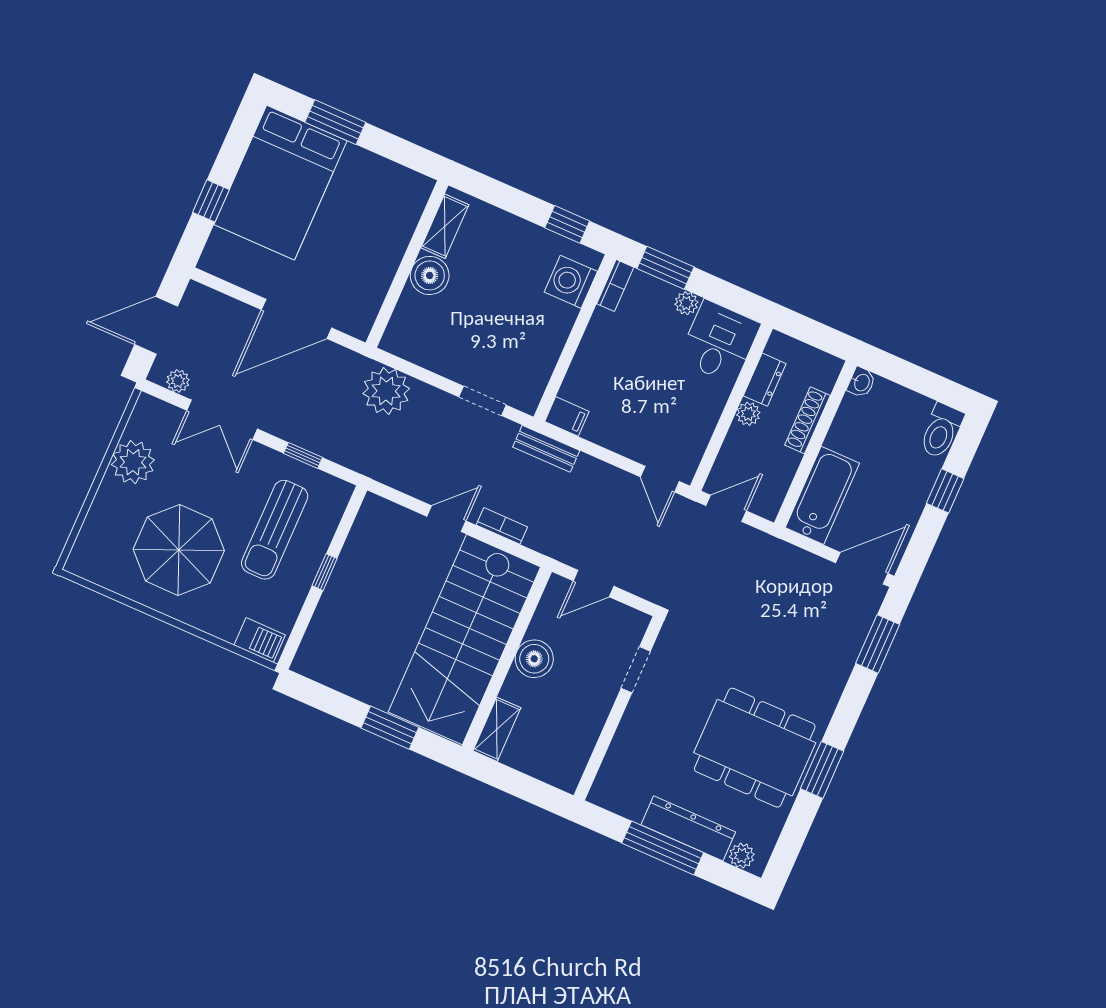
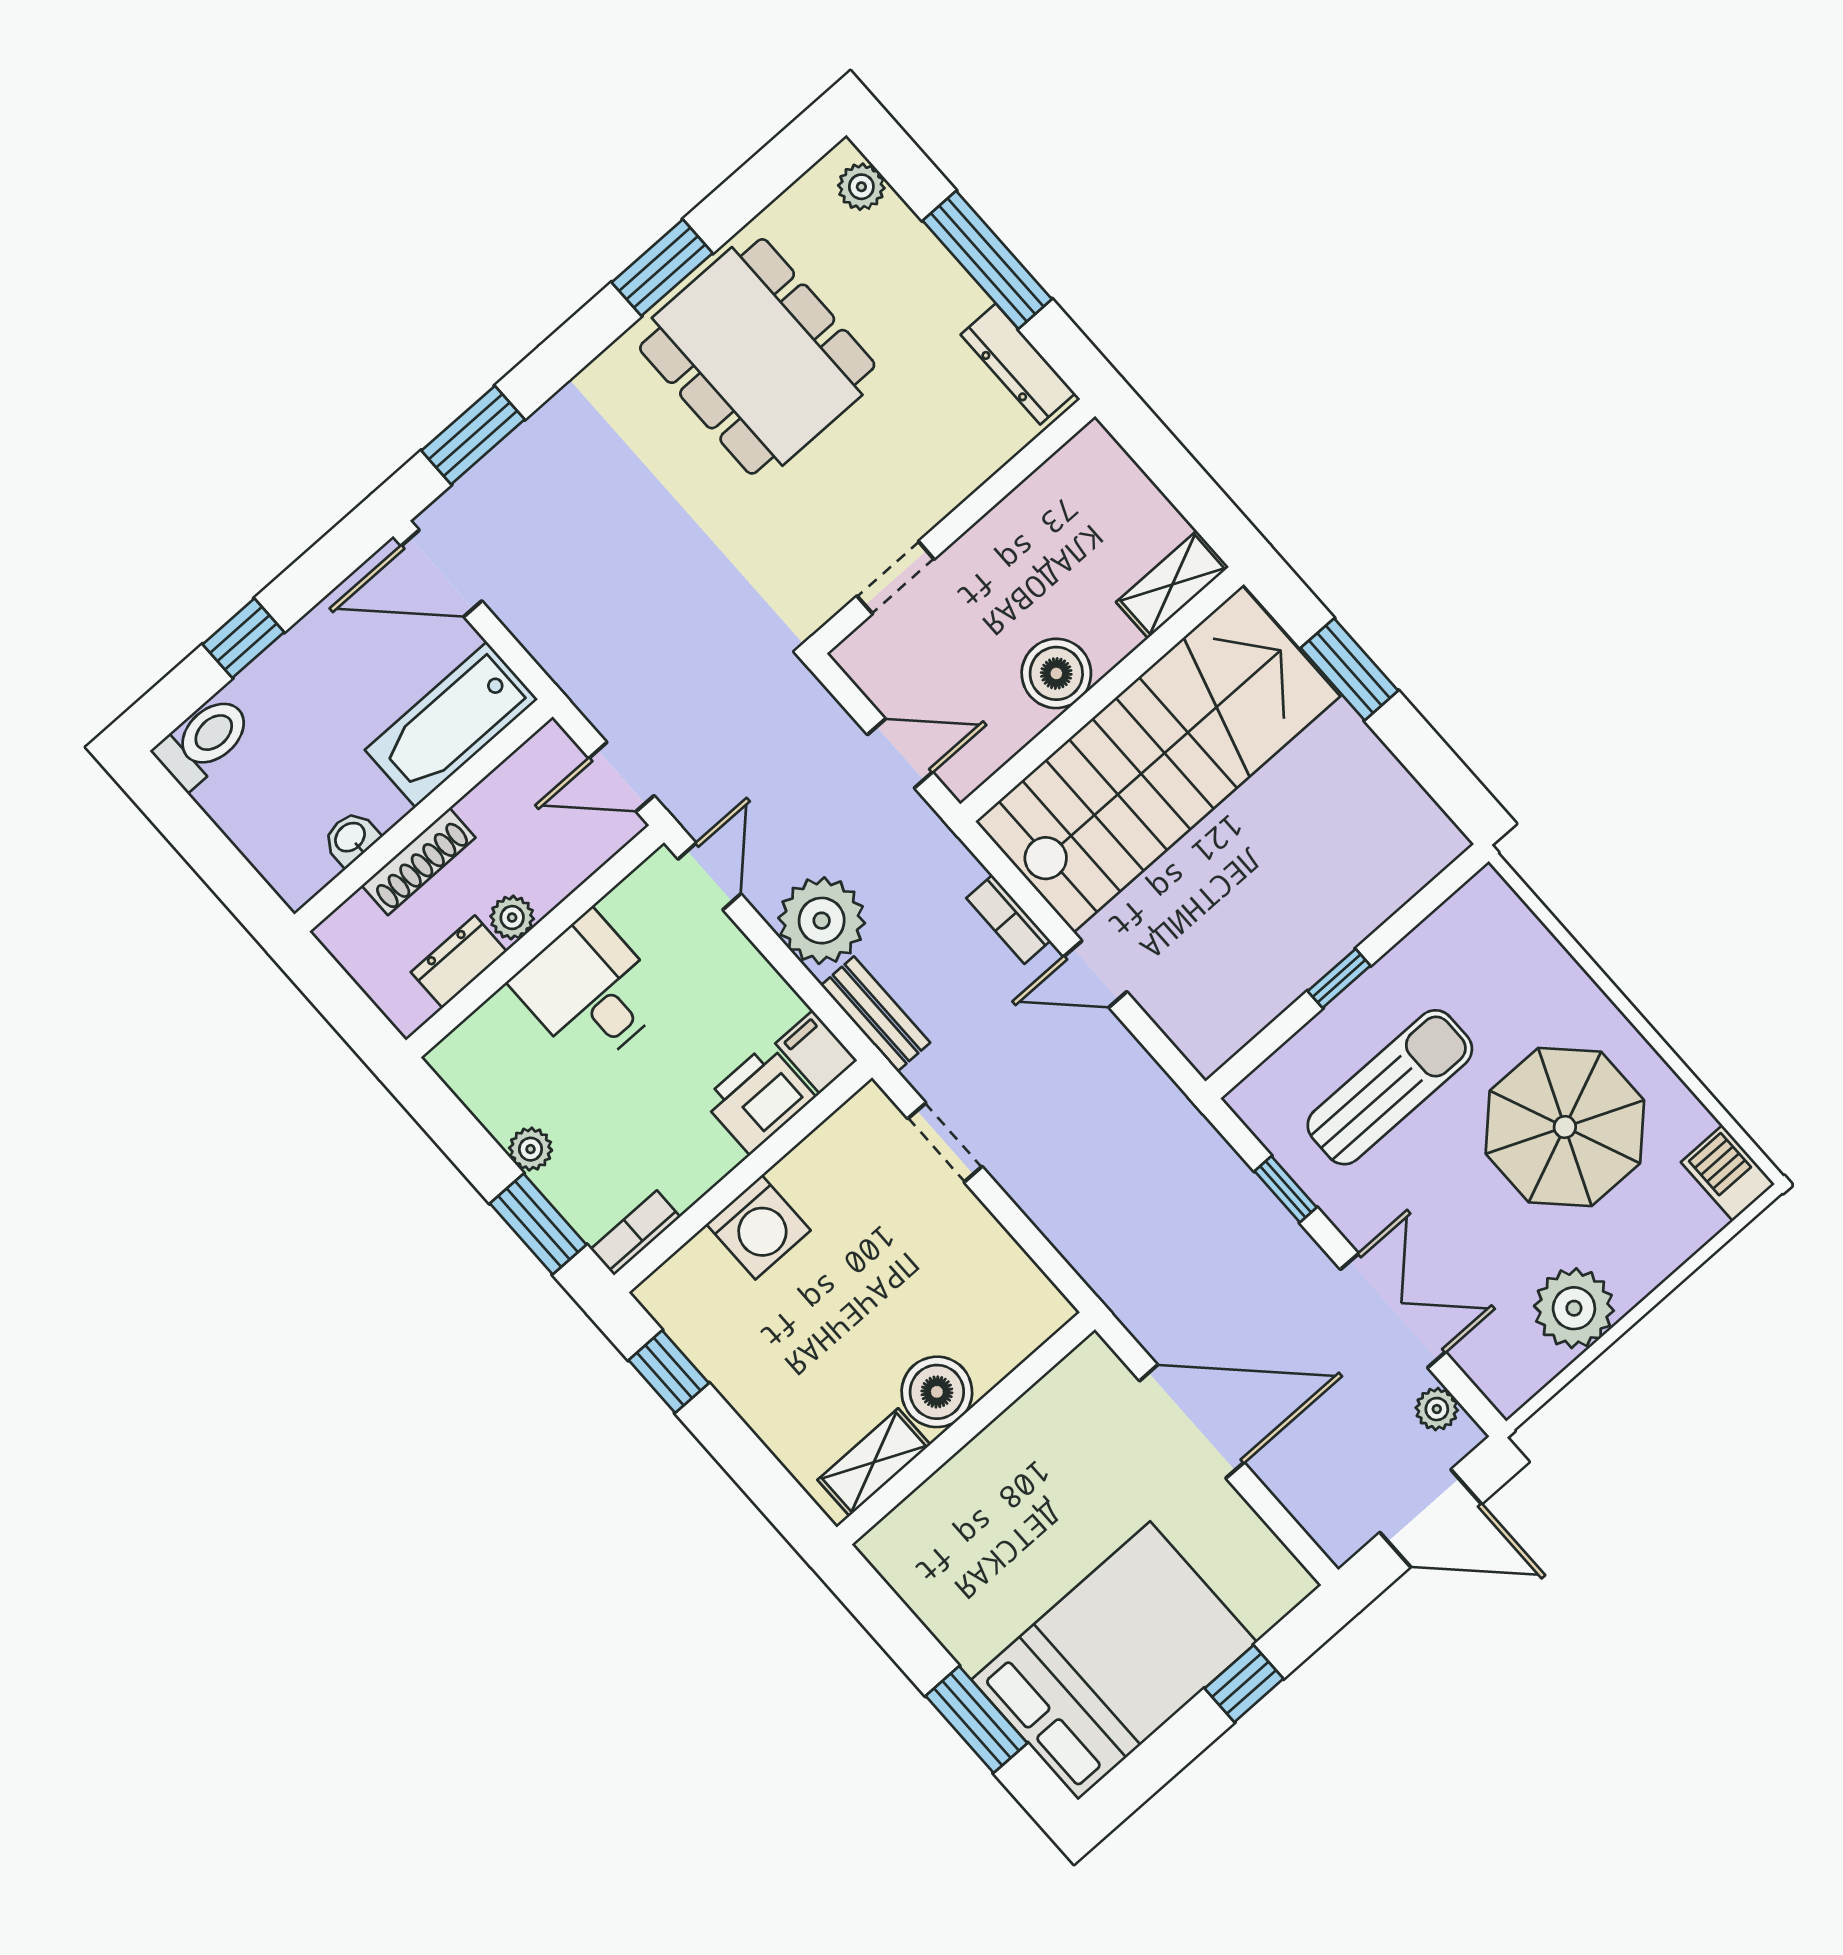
washing machine: (571, 282) -> (758, 1227), moved
desk: (719, 342) -> (590, 991), moved, turned 90
printer: (585, 380) -> (759, 1099), added
washbasin: (861, 382) -> (351, 838), moved
plant: (386, 391) -> (822, 921), moved
barbecue: (260, 640) -> (1728, 1173), moved
dresser: (688, 828) -> (1018, 364), moved, width x0.73, depth x0.80

